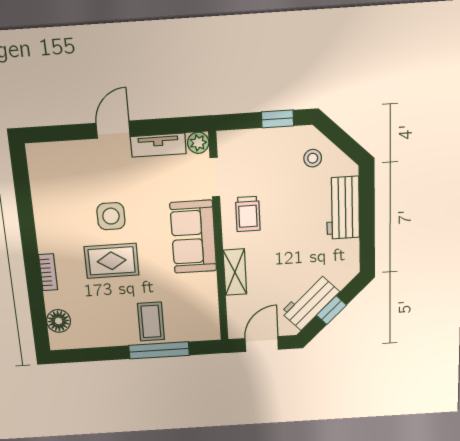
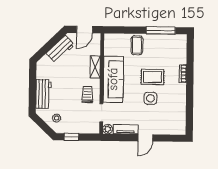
sofa: (193, 237) -> (113, 79), width x1.36
window: (331, 310) -> (50, 44), removed
floor lamp: (59, 321) -> (181, 49), removed
window: (159, 350) -> (161, 30), moved

